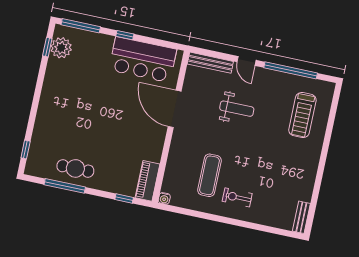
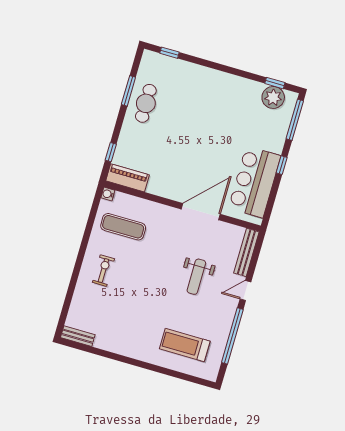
exercise mat: (209, 175) -> (123, 227), moved
window: (65, 186) -> (128, 91), width x0.69

